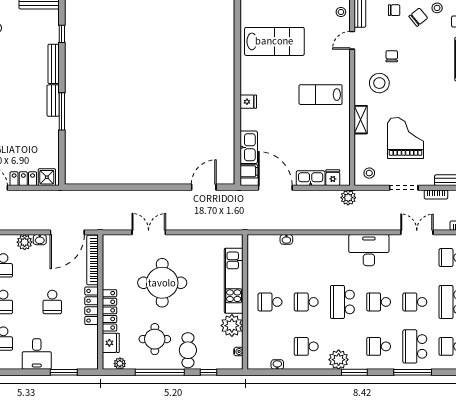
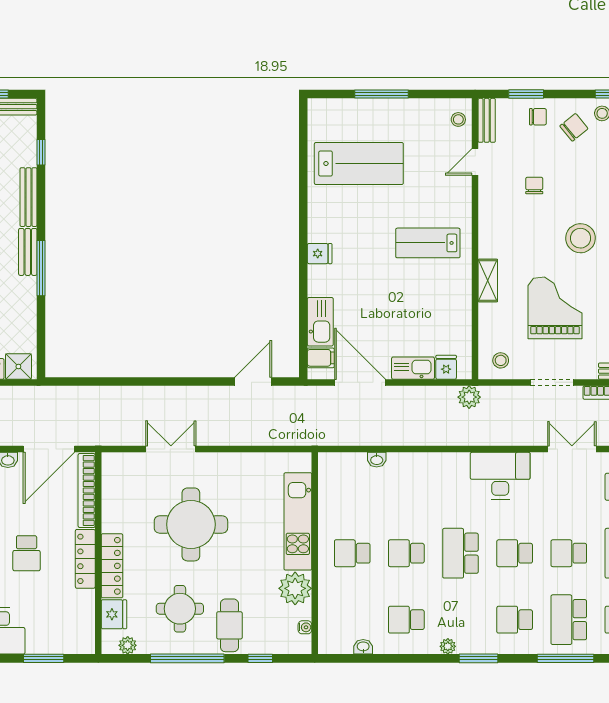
stool: (379, 83) -> (580, 238), moved
plant: (339, 360) -> (448, 646), width x0.53, depth x0.53

